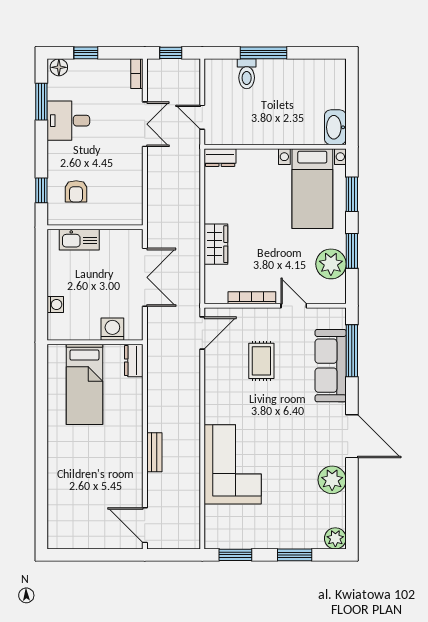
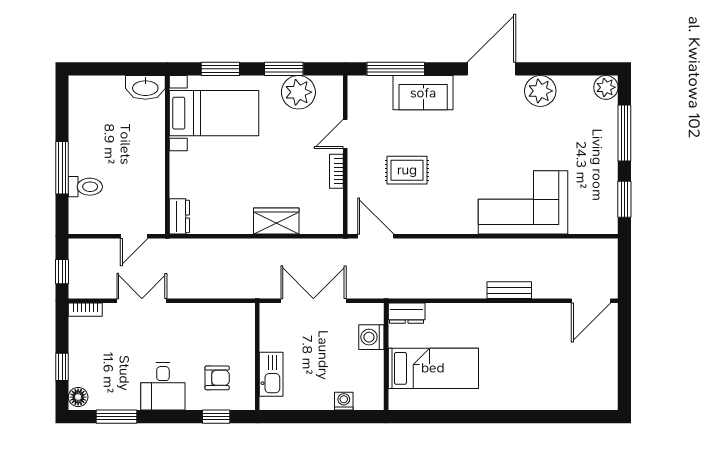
desk: (68, 121) -> (163, 386), moved
bookcase: (252, 298) -> (336, 171), width x0.64
sofa: (331, 366) -> (423, 93), width x0.73
window: (295, 555) -> (624, 133), width x1.44

